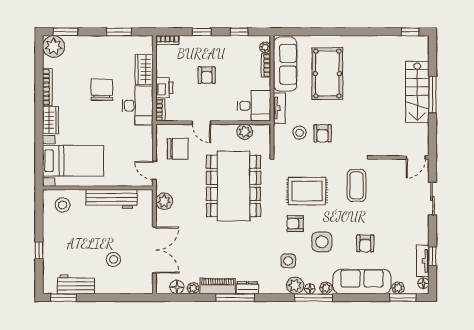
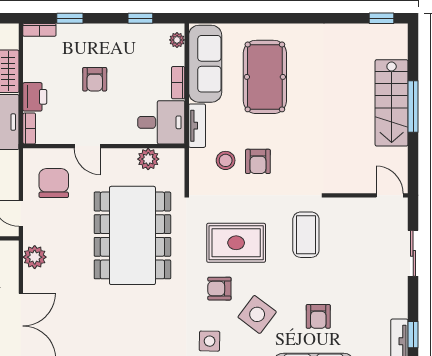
window: (202, 32) -> (70, 18), moved
bookcase: (266, 65) -> (178, 83), moved
chair: (178, 149) -> (54, 183), turned -90
door: (416, 157) -> (390, 195), swing flipped
side table: (322, 242) -> (257, 314), turned 37

